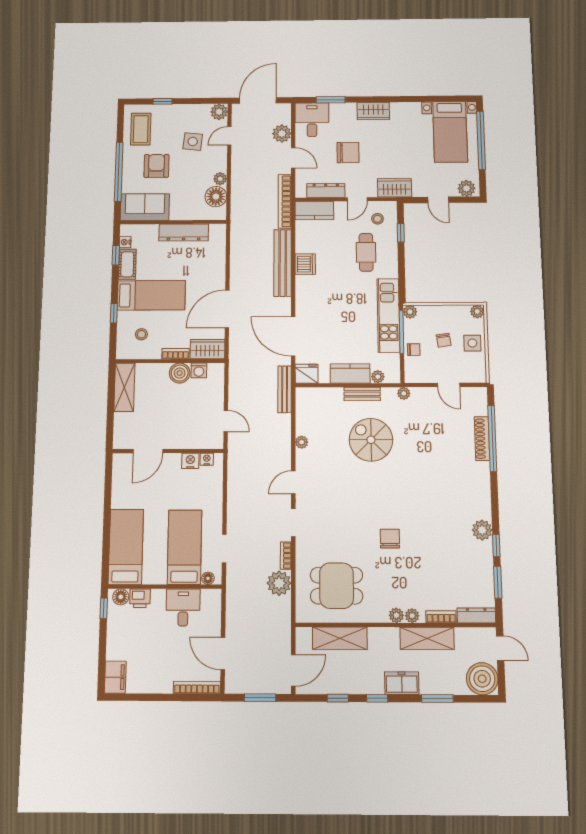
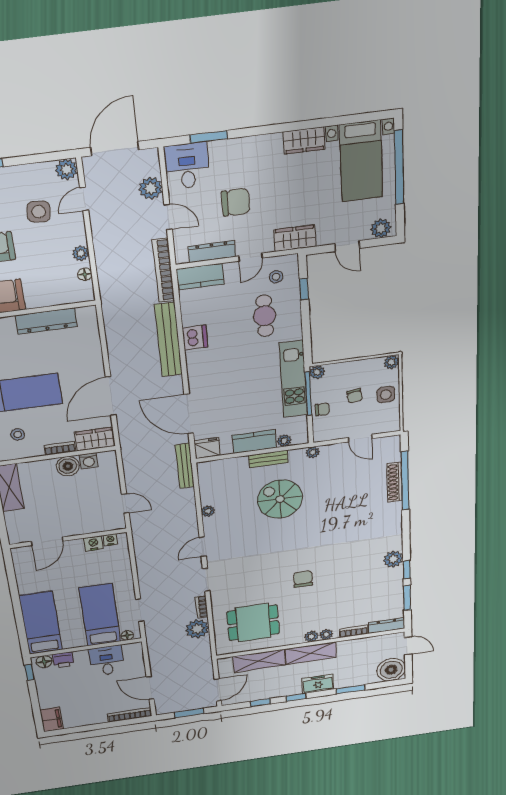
wardrobe: (373, 111) -> (304, 140), moved
floor lamp: (216, 197) -> (85, 274), width x0.53, depth x0.53
shelving: (427, 638) -> (311, 653), moved

